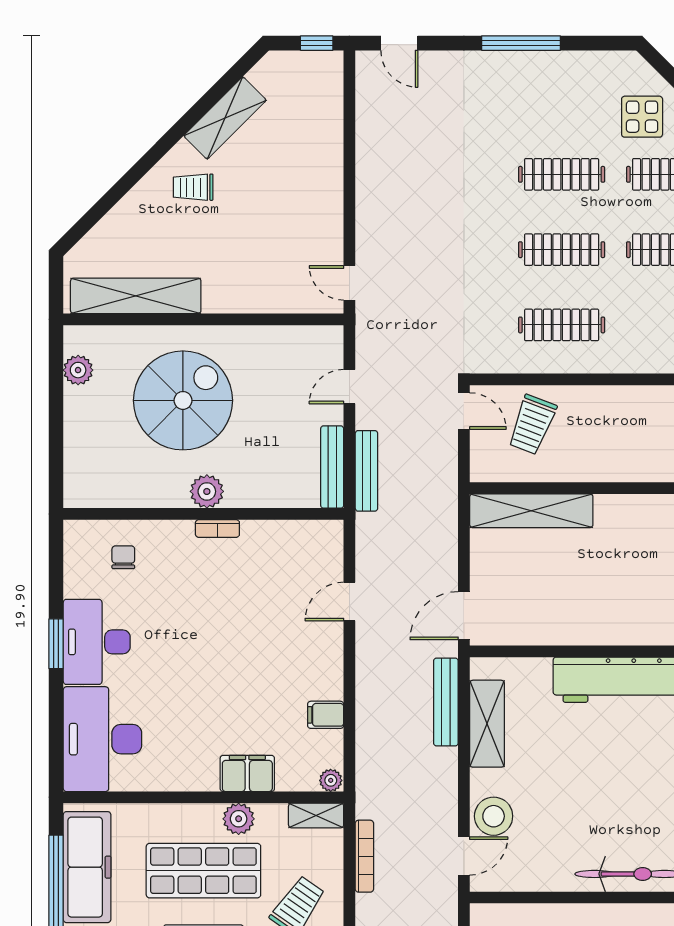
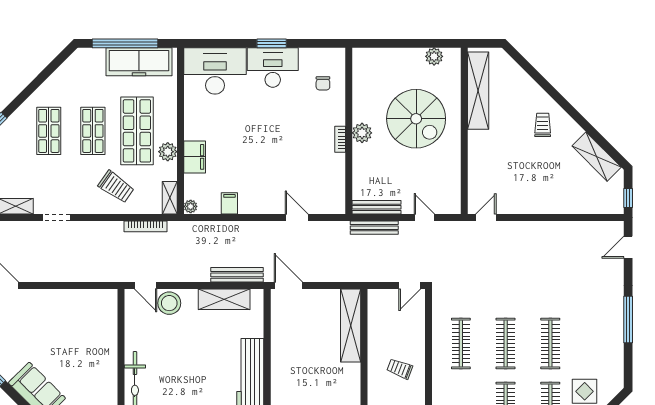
shelving: (225, 118) -> (597, 157), moved
trolley: (532, 425) -> (400, 369), moved, width x0.73, depth x0.72
chair: (123, 557) -> (323, 83), turned 90

